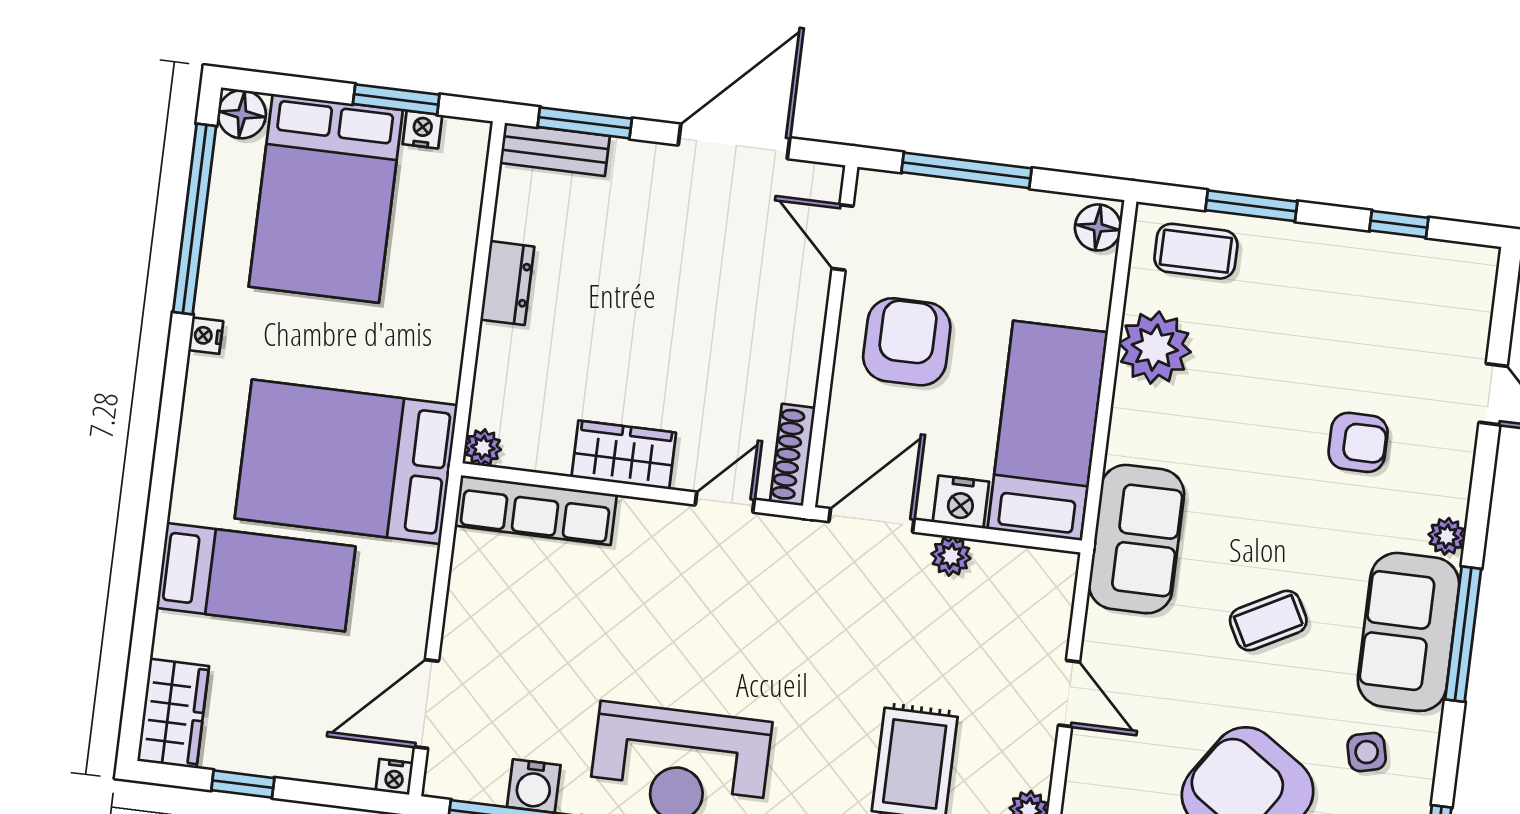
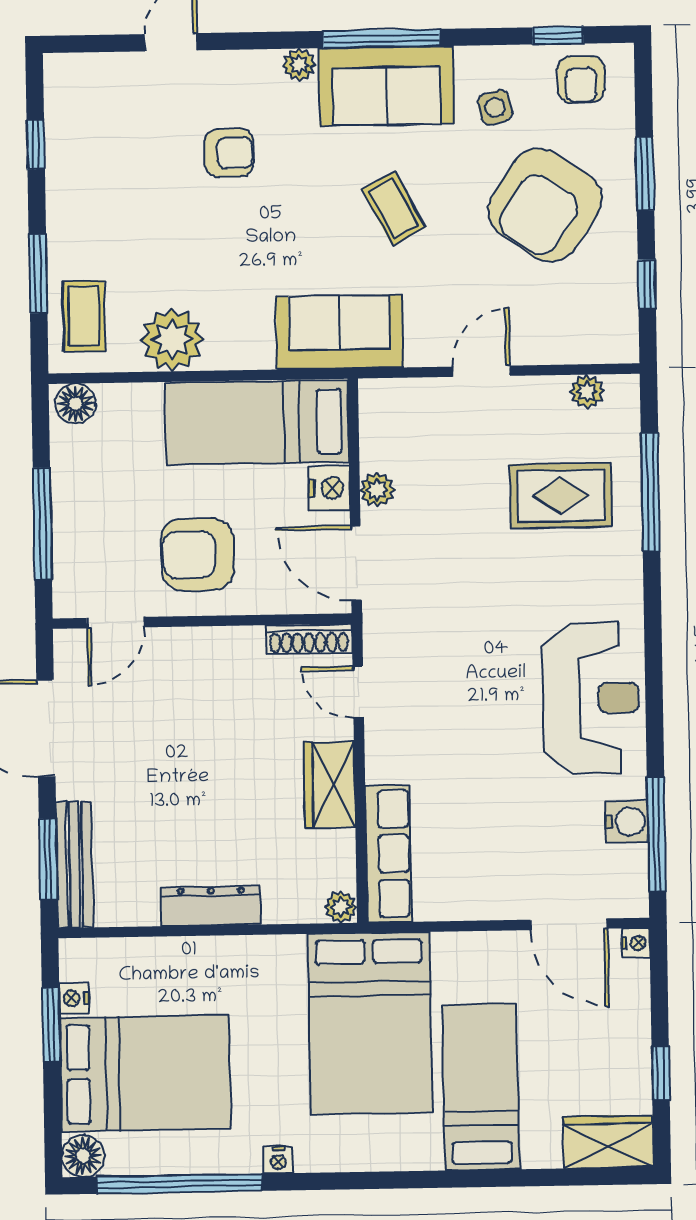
bench: (555, 149) -> (75, 865), width x1.36
dresser: (507, 283) -> (211, 906), width x1.44
armchair: (1358, 442) -> (229, 153), turned 90

